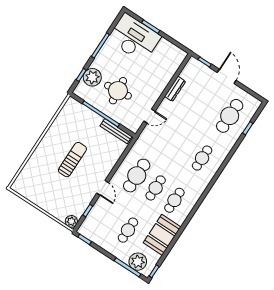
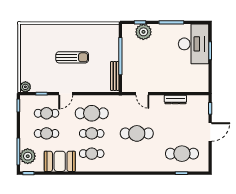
round table: (118, 91) -> (146, 58), removed
cafe table: (202, 158) -> (137, 133), moved, width x1.37, depth x1.35
cafe table: (109, 218) -> (47, 113), added

